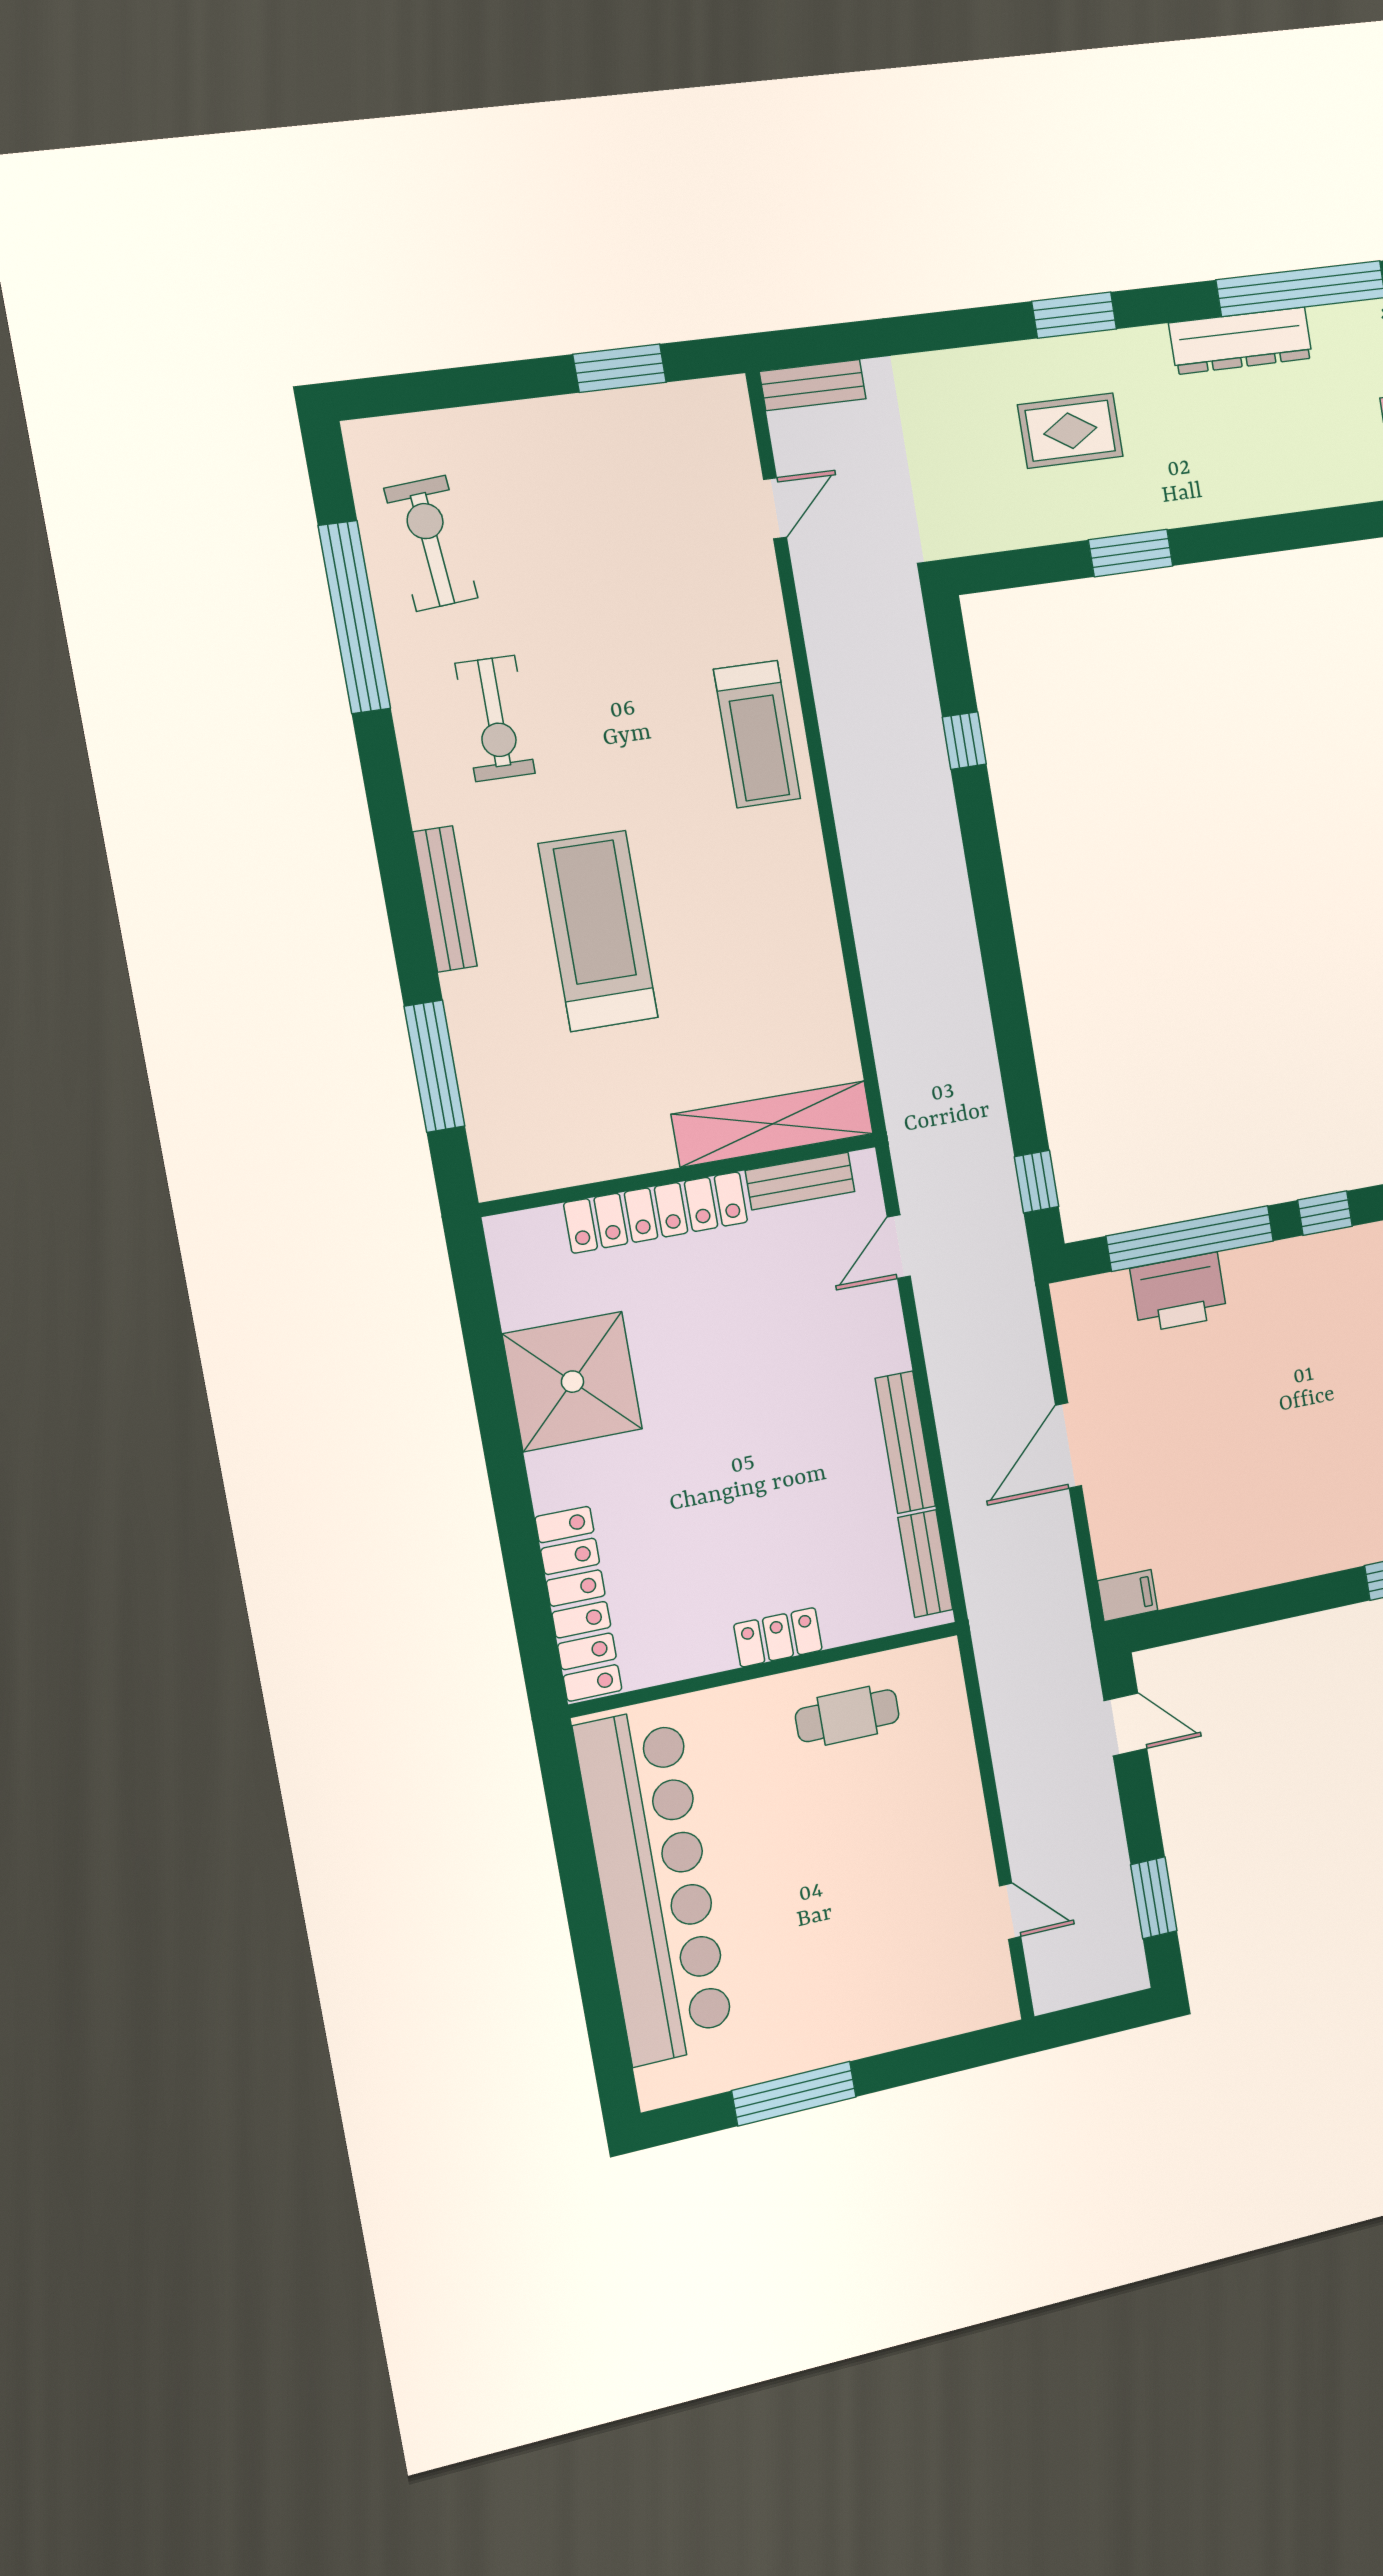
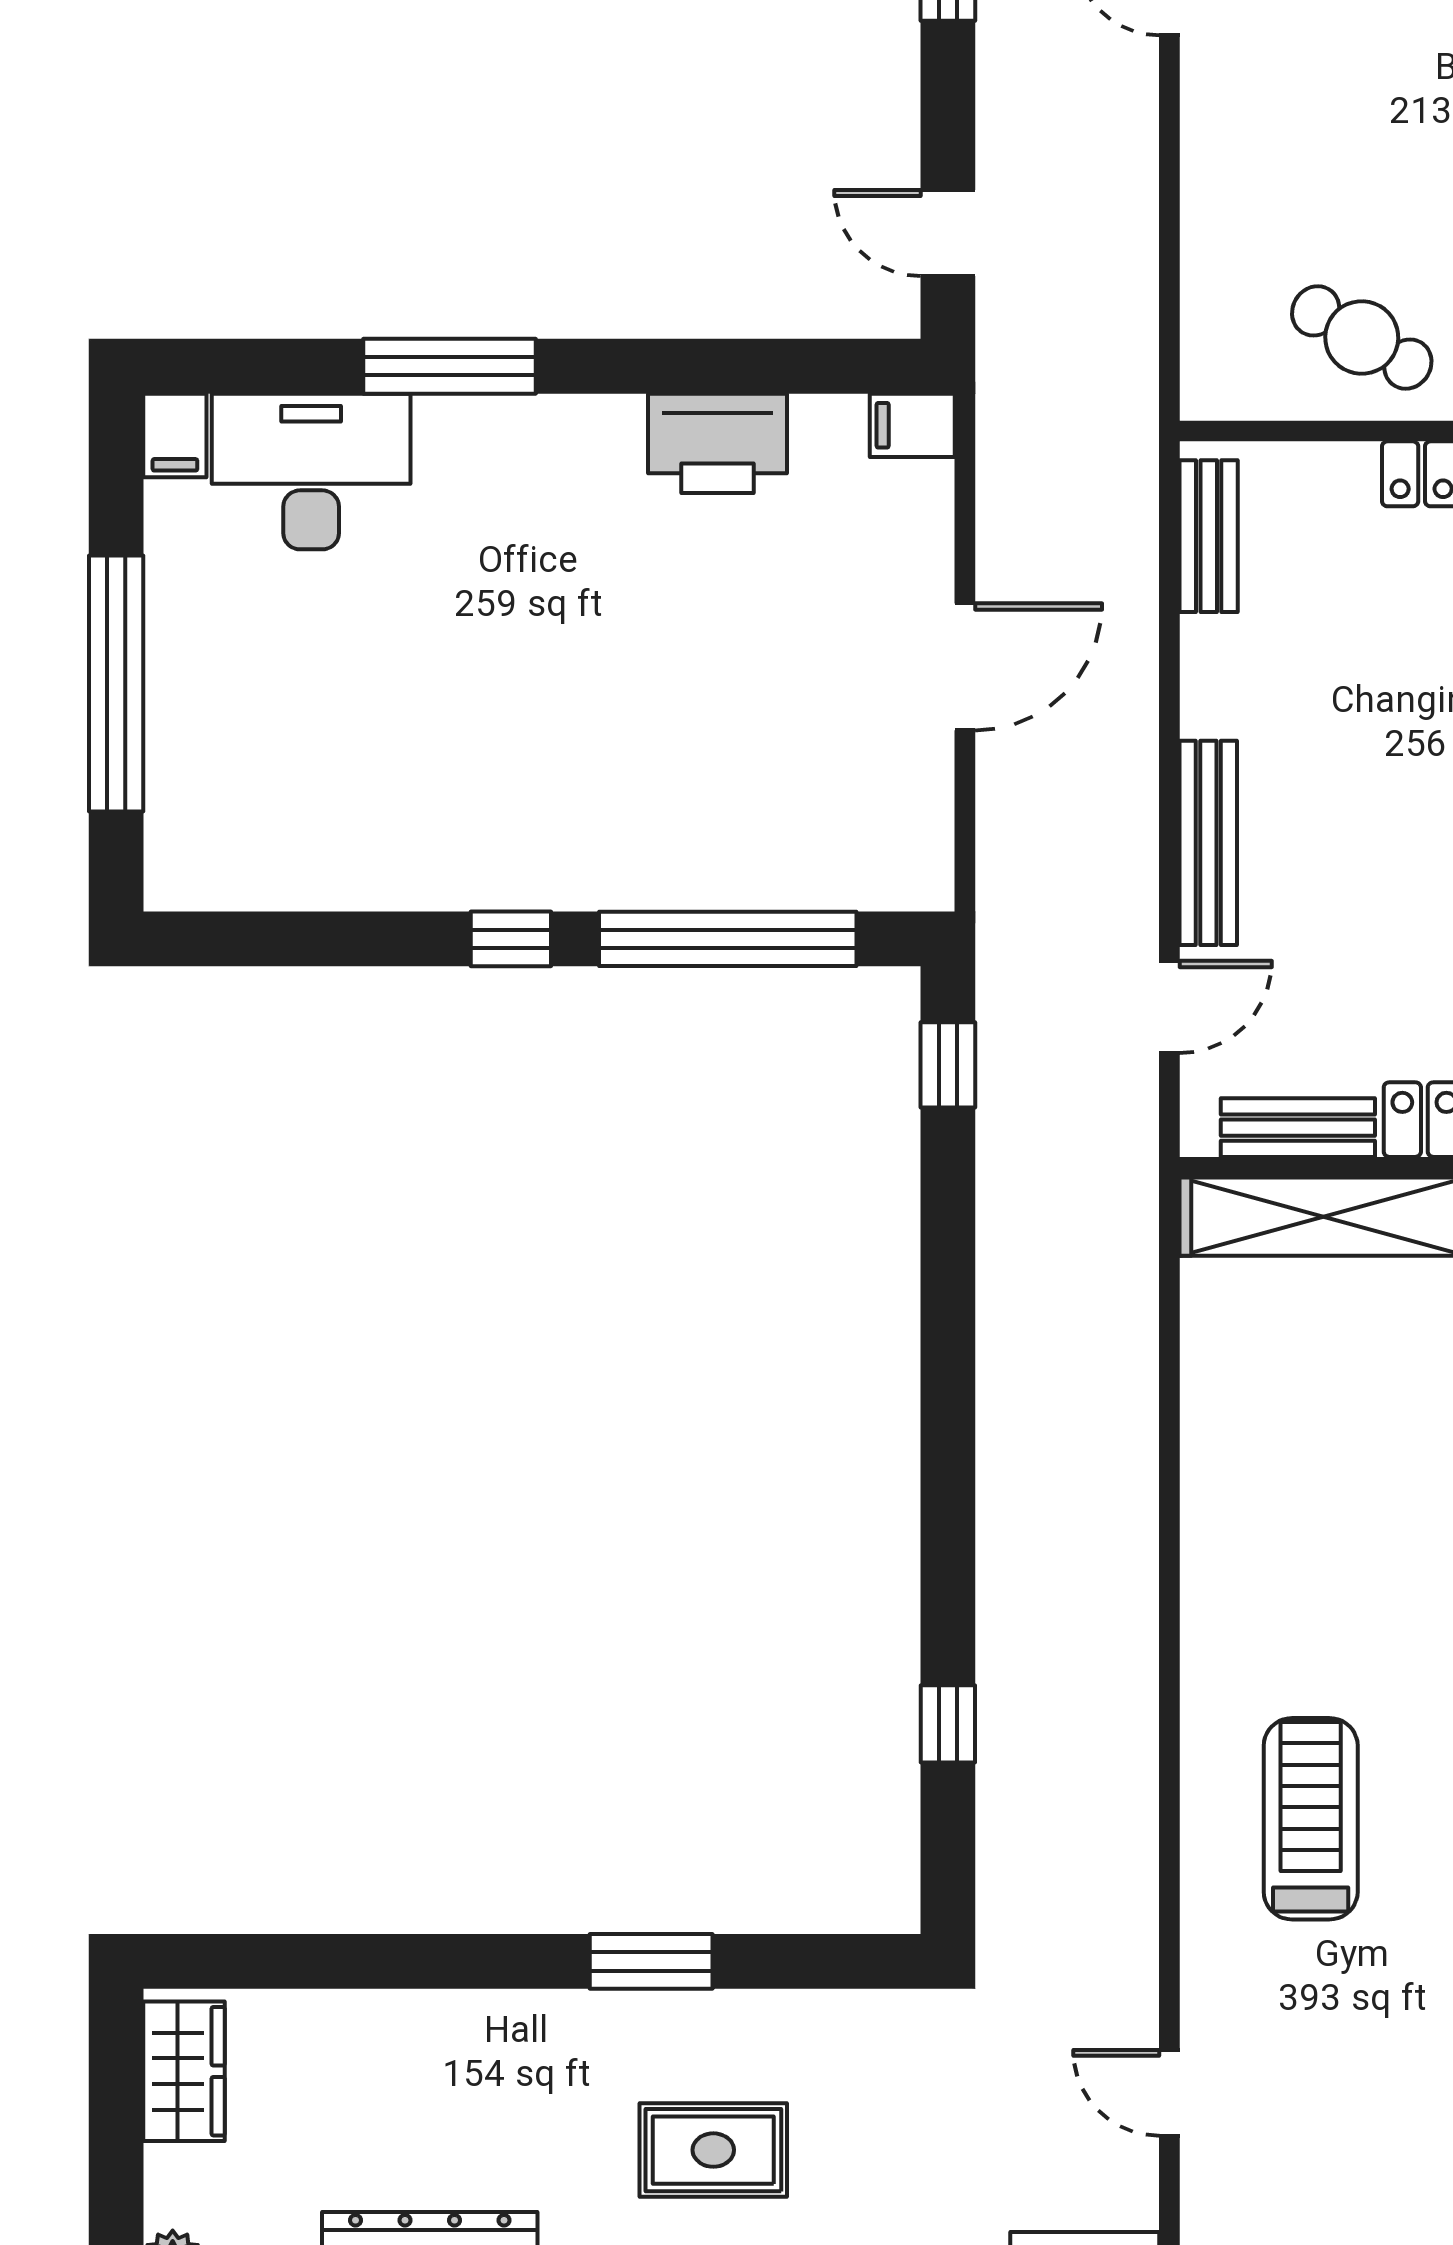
door: (775, 508) -> (1169, 2093), hinge flipped
treadmill: (757, 734) -> (1311, 1819), moved
printer: (1179, 1293) -> (717, 443), moved, turned 180
bench: (905, 1442) -> (1208, 843), moved
cafe table: (847, 1716) -> (1362, 337), turned 30

